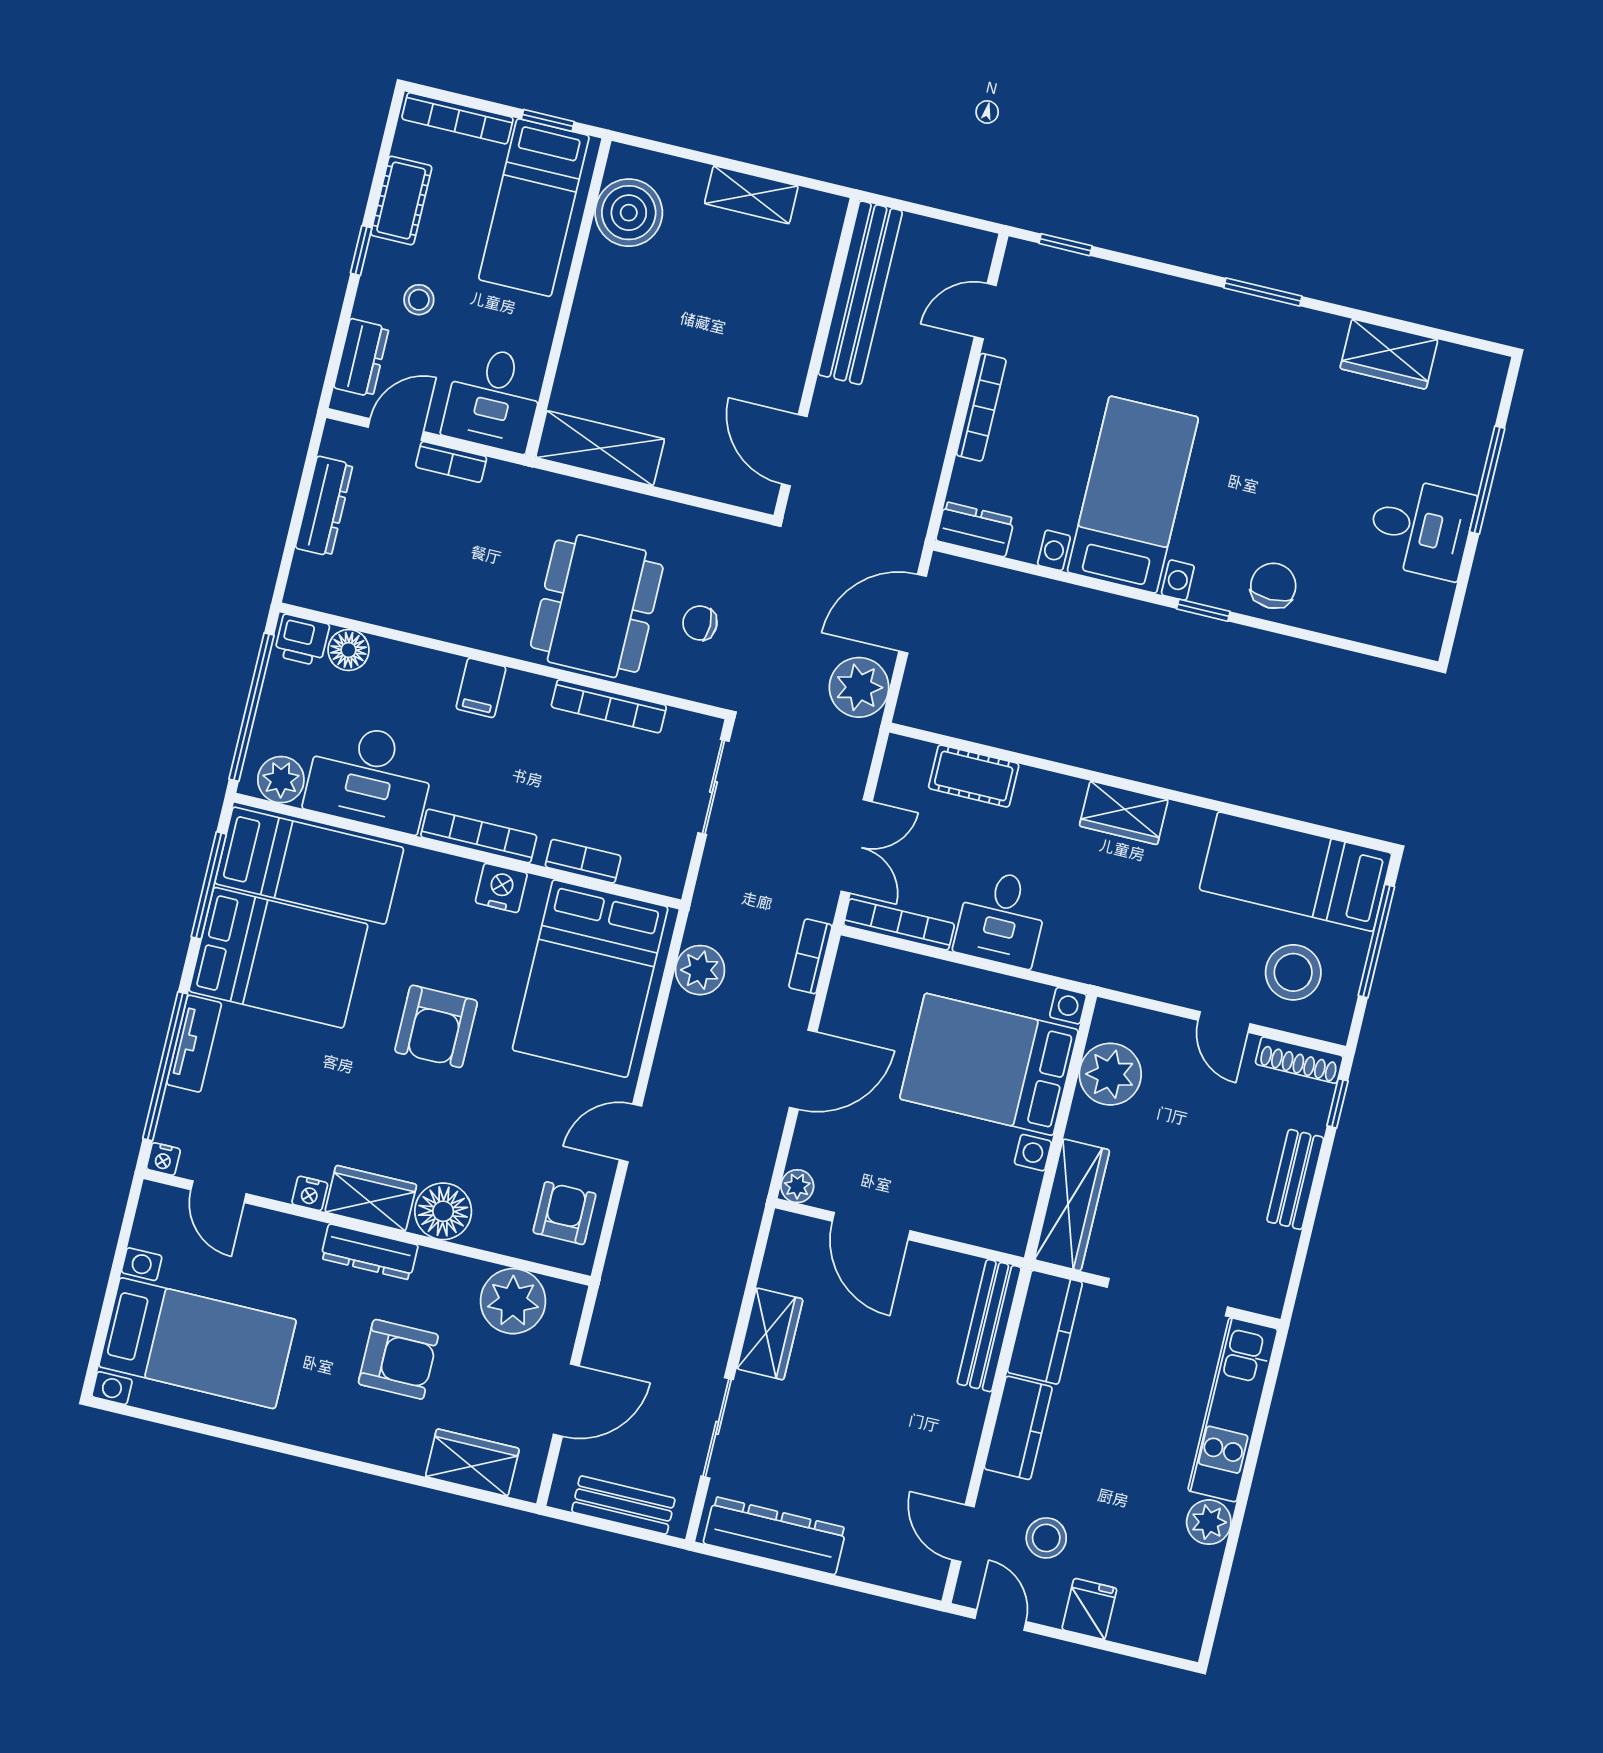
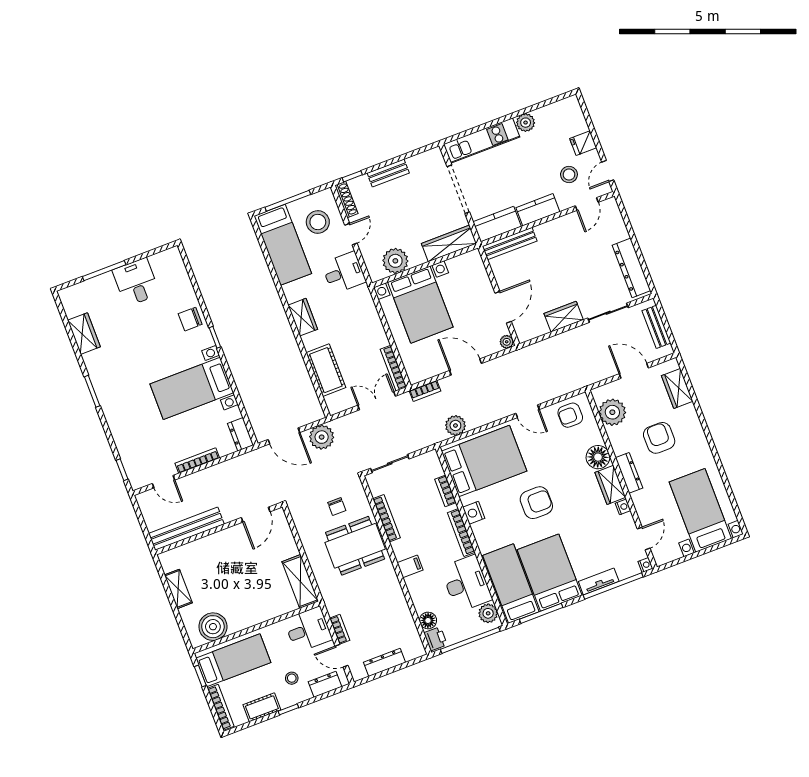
cot: (974, 776) -> (326, 370), width x1.37, depth x1.34
desk: (1001, 918) -> (344, 273), moved

